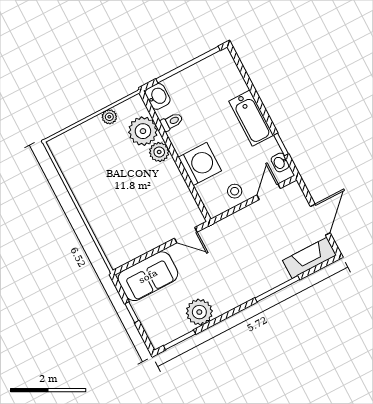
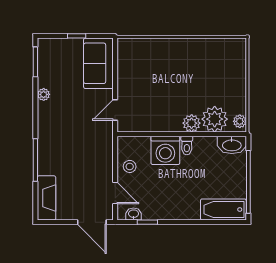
washbasin: (158, 96) -> (232, 145), width x1.38
plant: (109, 117) -> (240, 121), moved
bathtub: (251, 118) -> (223, 210), moved
toilet: (172, 122) -> (187, 145), moved
door: (320, 220) -> (92, 222), moved
plant: (199, 312) -> (44, 94), width x0.53, depth x0.53

